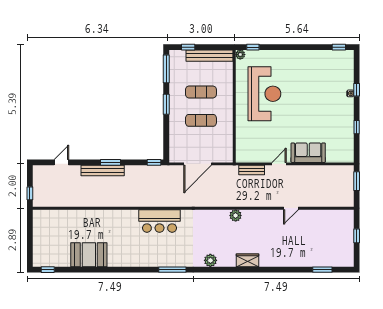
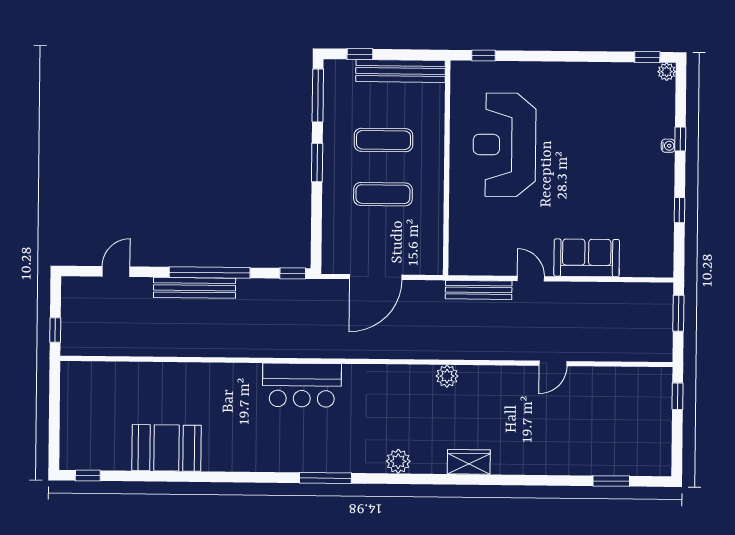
plant: (240, 55) -> (667, 72), moved
reception desk: (264, 94) -> (504, 145), turned 180
window: (110, 162) -> (210, 272), width x2.11
door: (279, 164) -> (531, 279), hinge flipped
bench: (252, 170) -> (479, 290), width x1.36
window: (357, 236) -> (678, 396), moved

